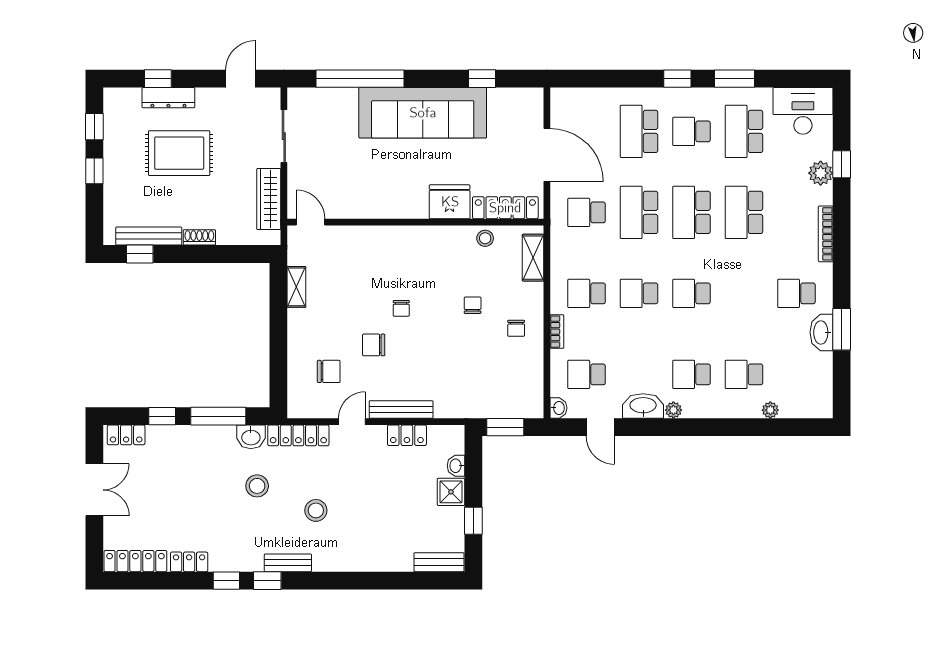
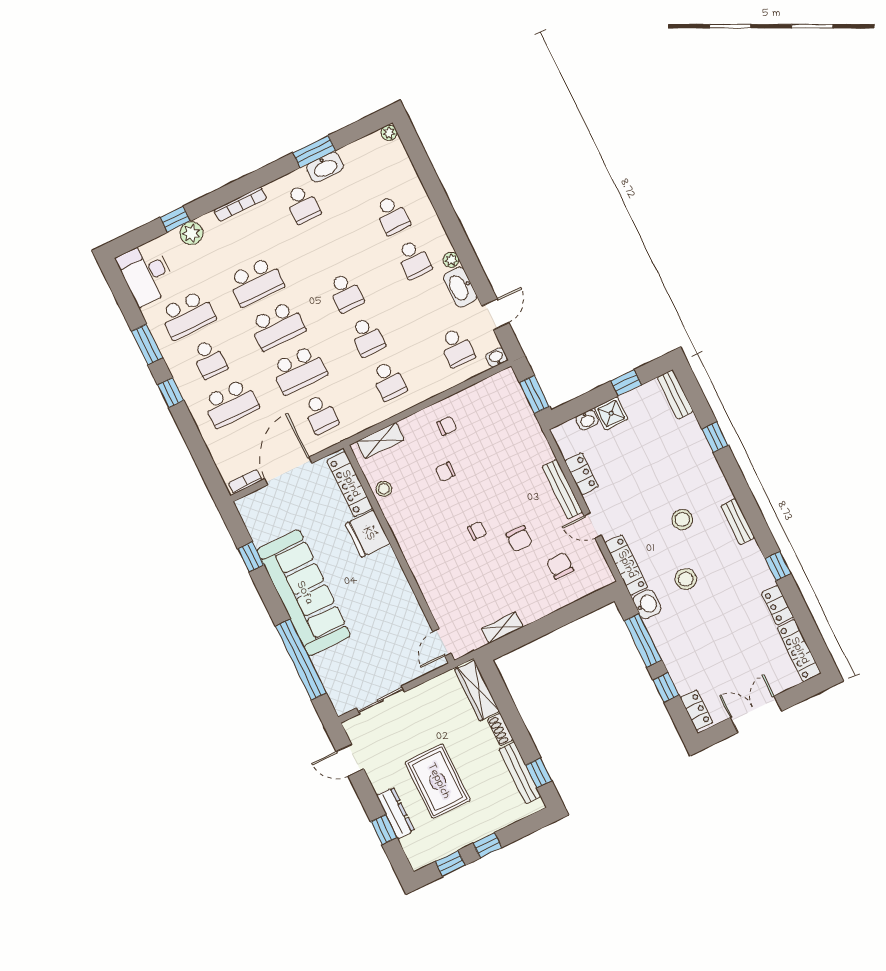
wardrobe: (269, 199) -> (477, 690), moved, turned 90
bookcase: (557, 332) -> (245, 482), moved
plant: (770, 410) -> (389, 133), moved
window: (267, 581) -> (715, 437), moved

